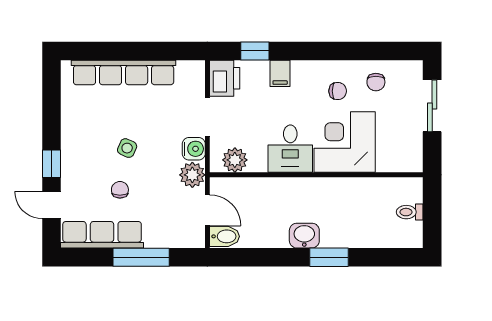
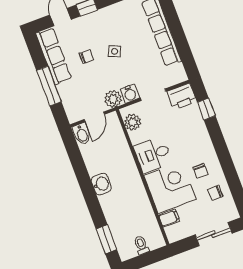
filing cabinet: (280, 73) -> (169, 218), moved, turned 180
window: (329, 257) -> (106, 239), moved

